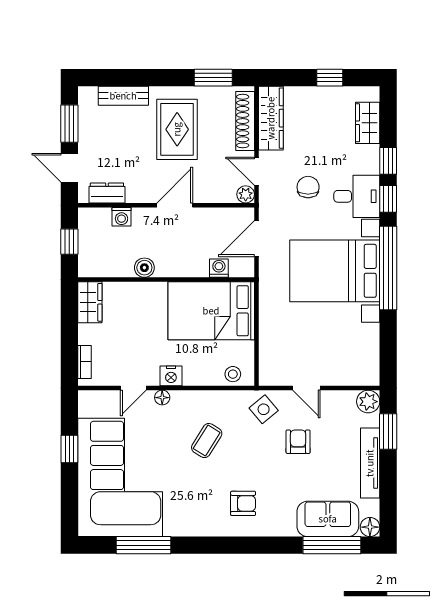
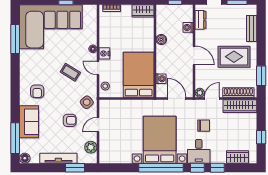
door: (133, 388) -> (98, 68), moved
plant: (368, 402) -> (91, 147), moved
sofa: (328, 519) -> (29, 122), moved

